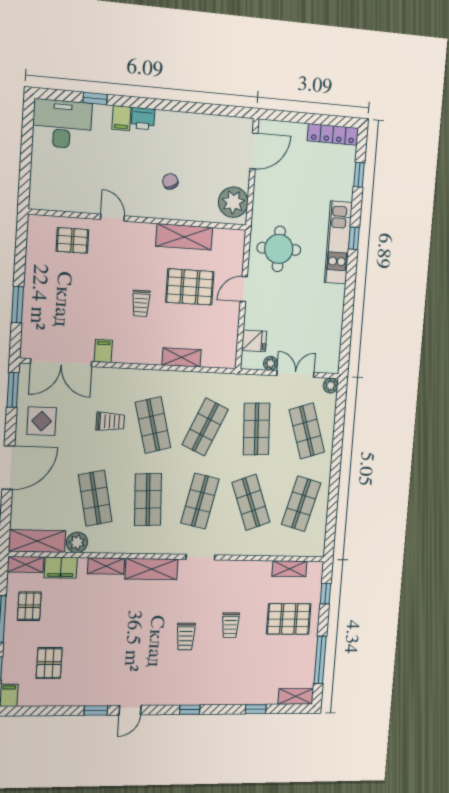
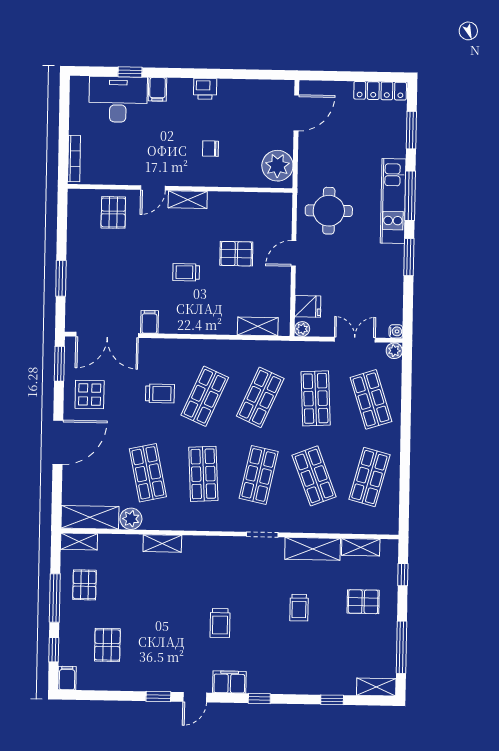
printer: (143, 119) -> (205, 89), moved
desk: (62, 124) -> (118, 99), moved
window: (359, 175) -> (411, 130), width x1.50
chair: (170, 181) -> (210, 149), turned -65
bookcase: (35, 183) -> (74, 158), added
door: (112, 218) -> (153, 188), swing flipped
shelving: (184, 237) -> (188, 200), moved, width x0.67, depth x0.75
window: (354, 238) -> (410, 196), width x2.17
pallet: (72, 240) -> (113, 212), turned 90
pallet: (190, 287) -> (236, 254), width x0.67, depth x0.71
window: (349, 297) -> (409, 257), added
trolley: (141, 303) -> (186, 272), turned 90
shelving: (182, 357) -> (258, 326), moved
plant: (271, 363) -> (302, 329), moved
water cooler: (333, 367) -> (396, 331), added
shop shelf: (153, 425) -> (205, 396), turned 39
filing cabinet: (61, 568) -> (229, 682), moved, turned 180
shelving: (151, 569) -> (313, 549), moved
pallet: (289, 619) -> (363, 602), width x0.67, depth x0.71
trolley: (186, 636) -> (220, 623), moved

